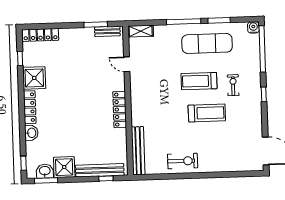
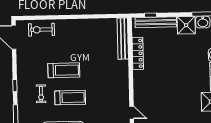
locker: (120, 109) -> (138, 53), moved
treadmill: (207, 113) -> (64, 70), turned 180
exercise bike: (183, 161) -> (41, 30), moved

